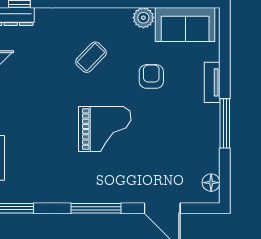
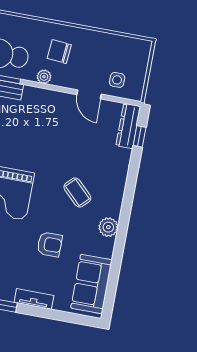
plant: (143, 18) -> (108, 227), moved

